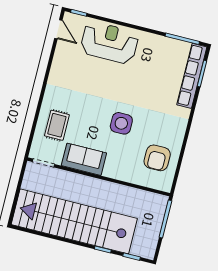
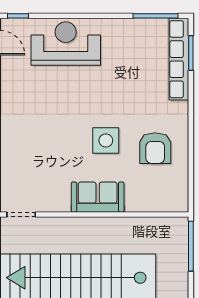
rug: (57, 125) -> (26, 163), removed
armchair: (157, 158) -> (155, 148), moved
sofa: (84, 159) -> (98, 197), moved

